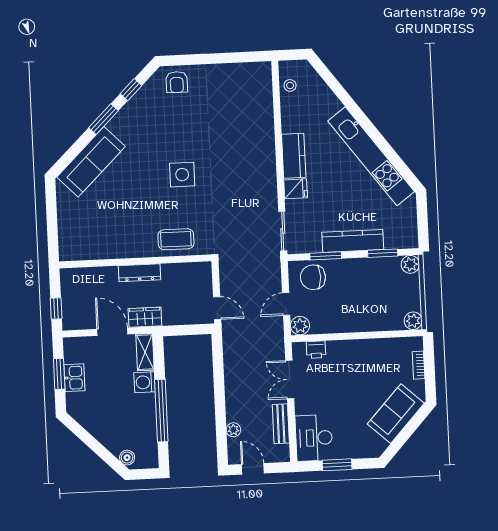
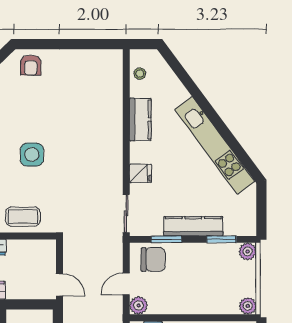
kitchen counter: (294, 156) -> (140, 119), moved
chair: (313, 277) -> (153, 259), turned 180

